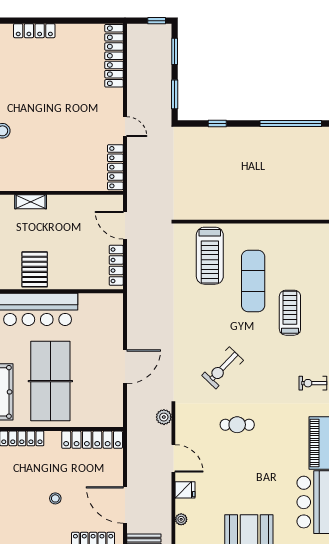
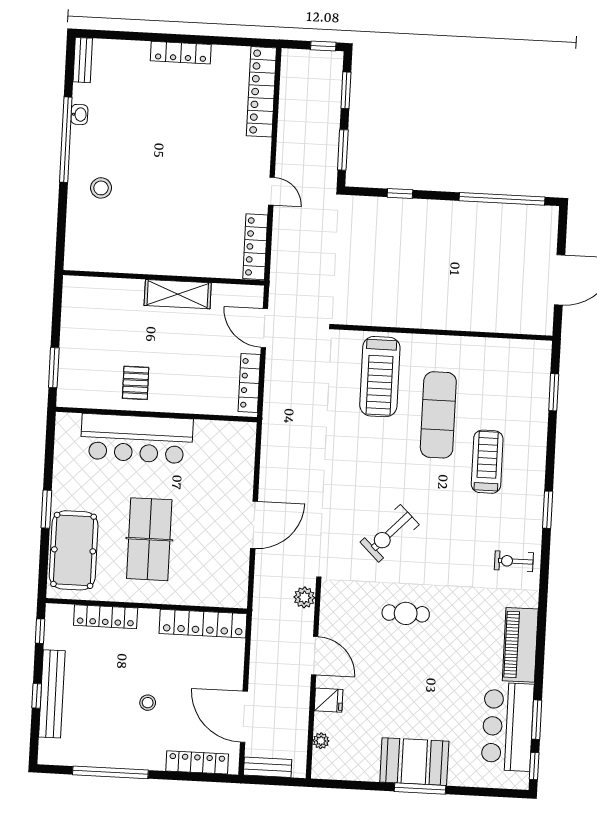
locker: (34, 31) -> (181, 53), moved
shelving: (31, 202) -> (178, 294), moved, width x1.50, depth x1.33
pallet: (35, 269) -> (136, 383), width x0.67, depth x0.71
table tennis table: (50, 381) -> (149, 539), width x0.73, depth x0.76

